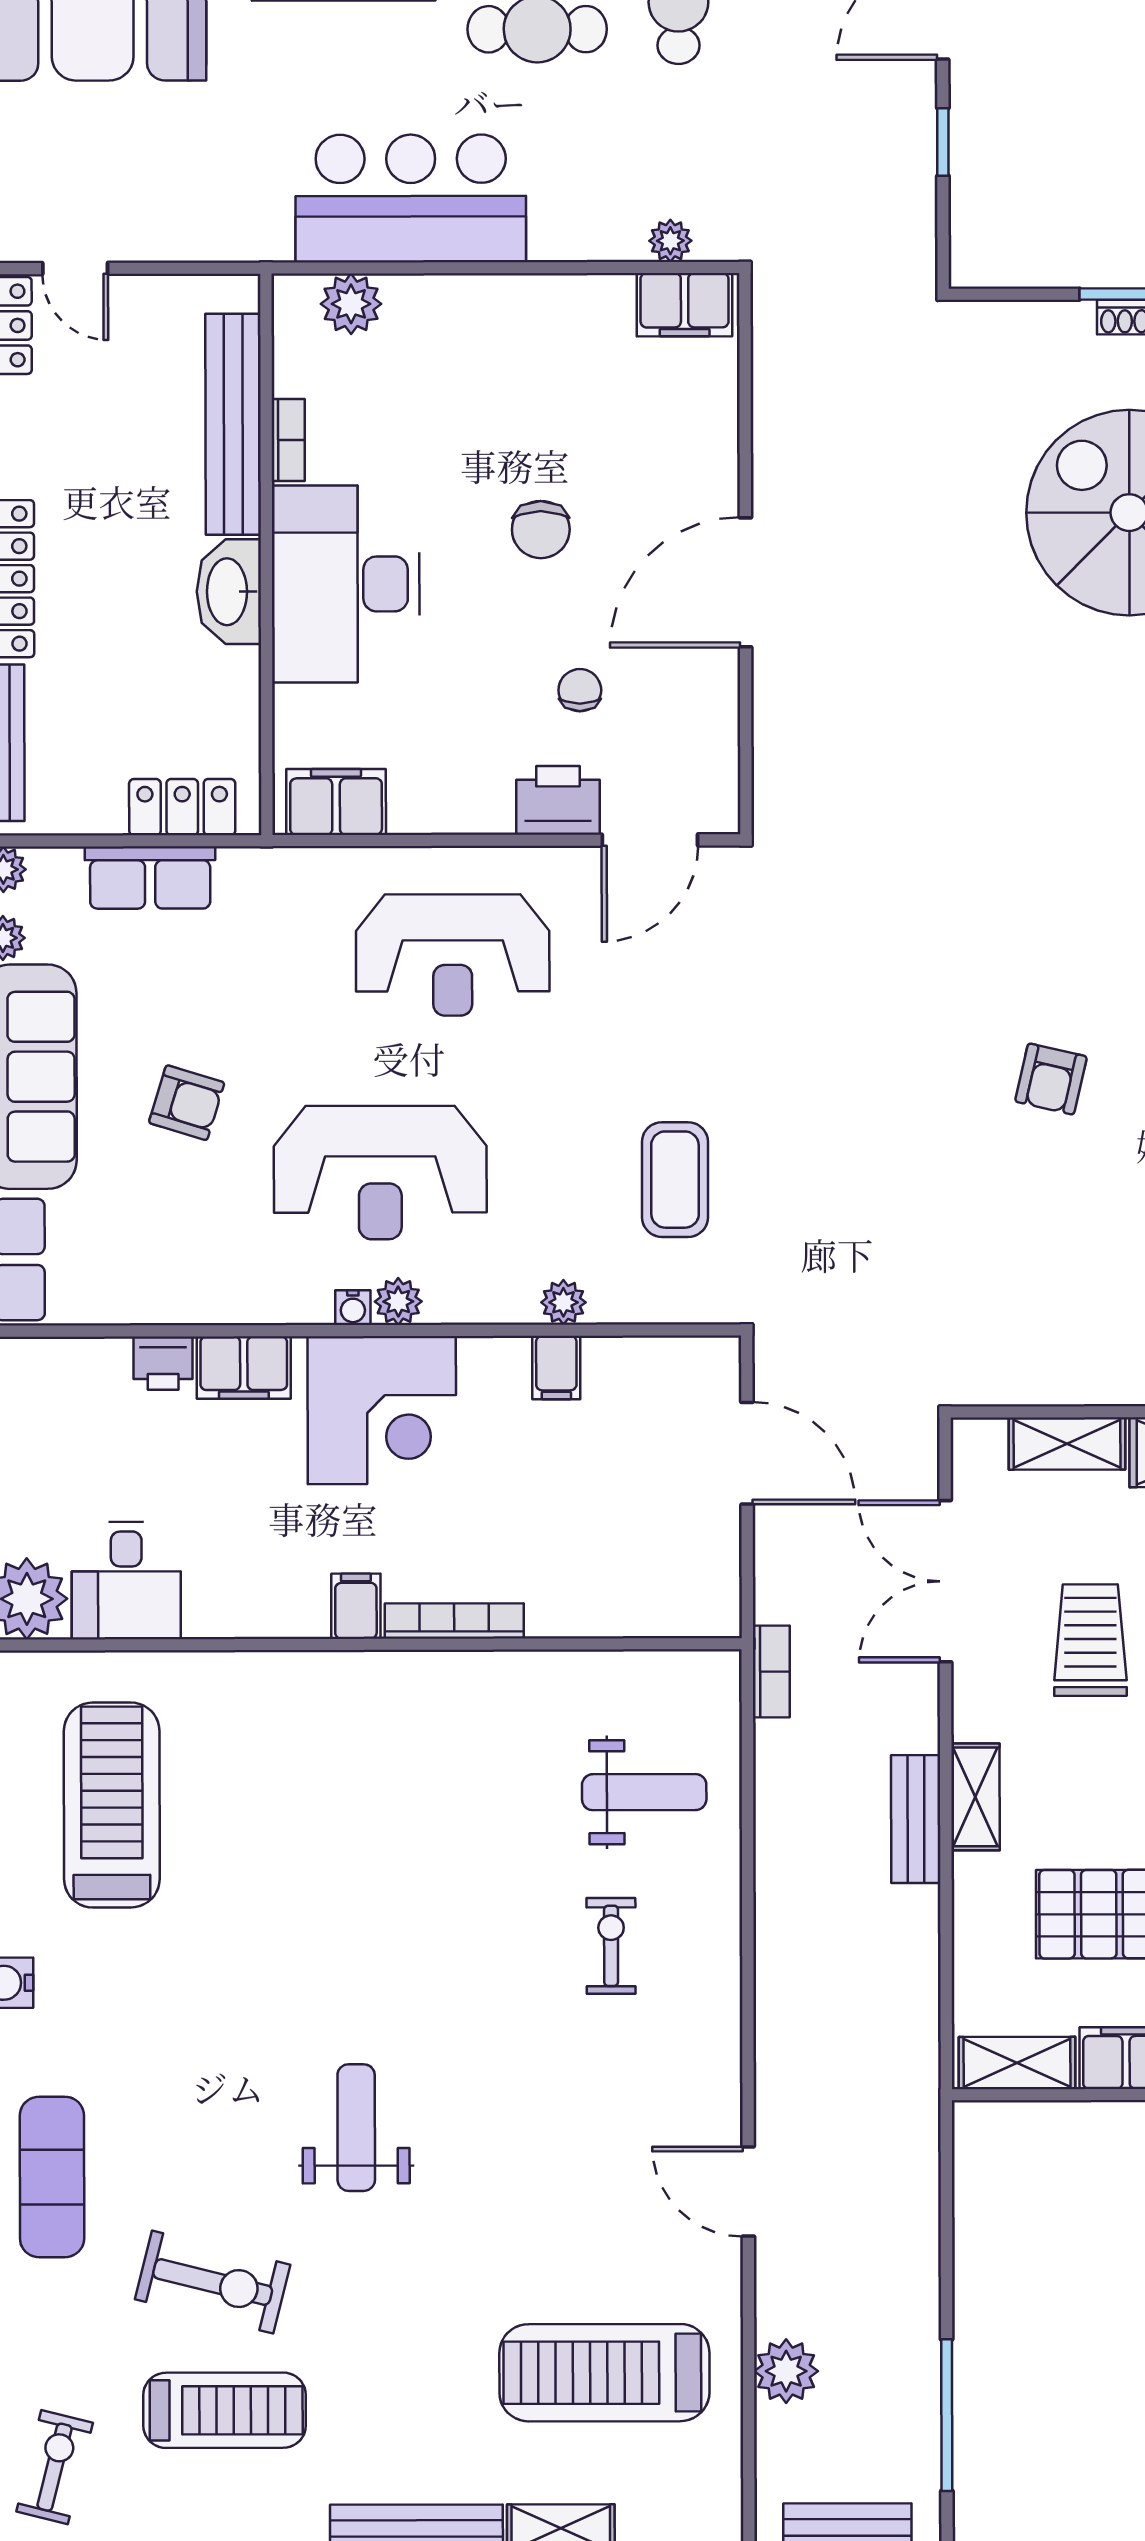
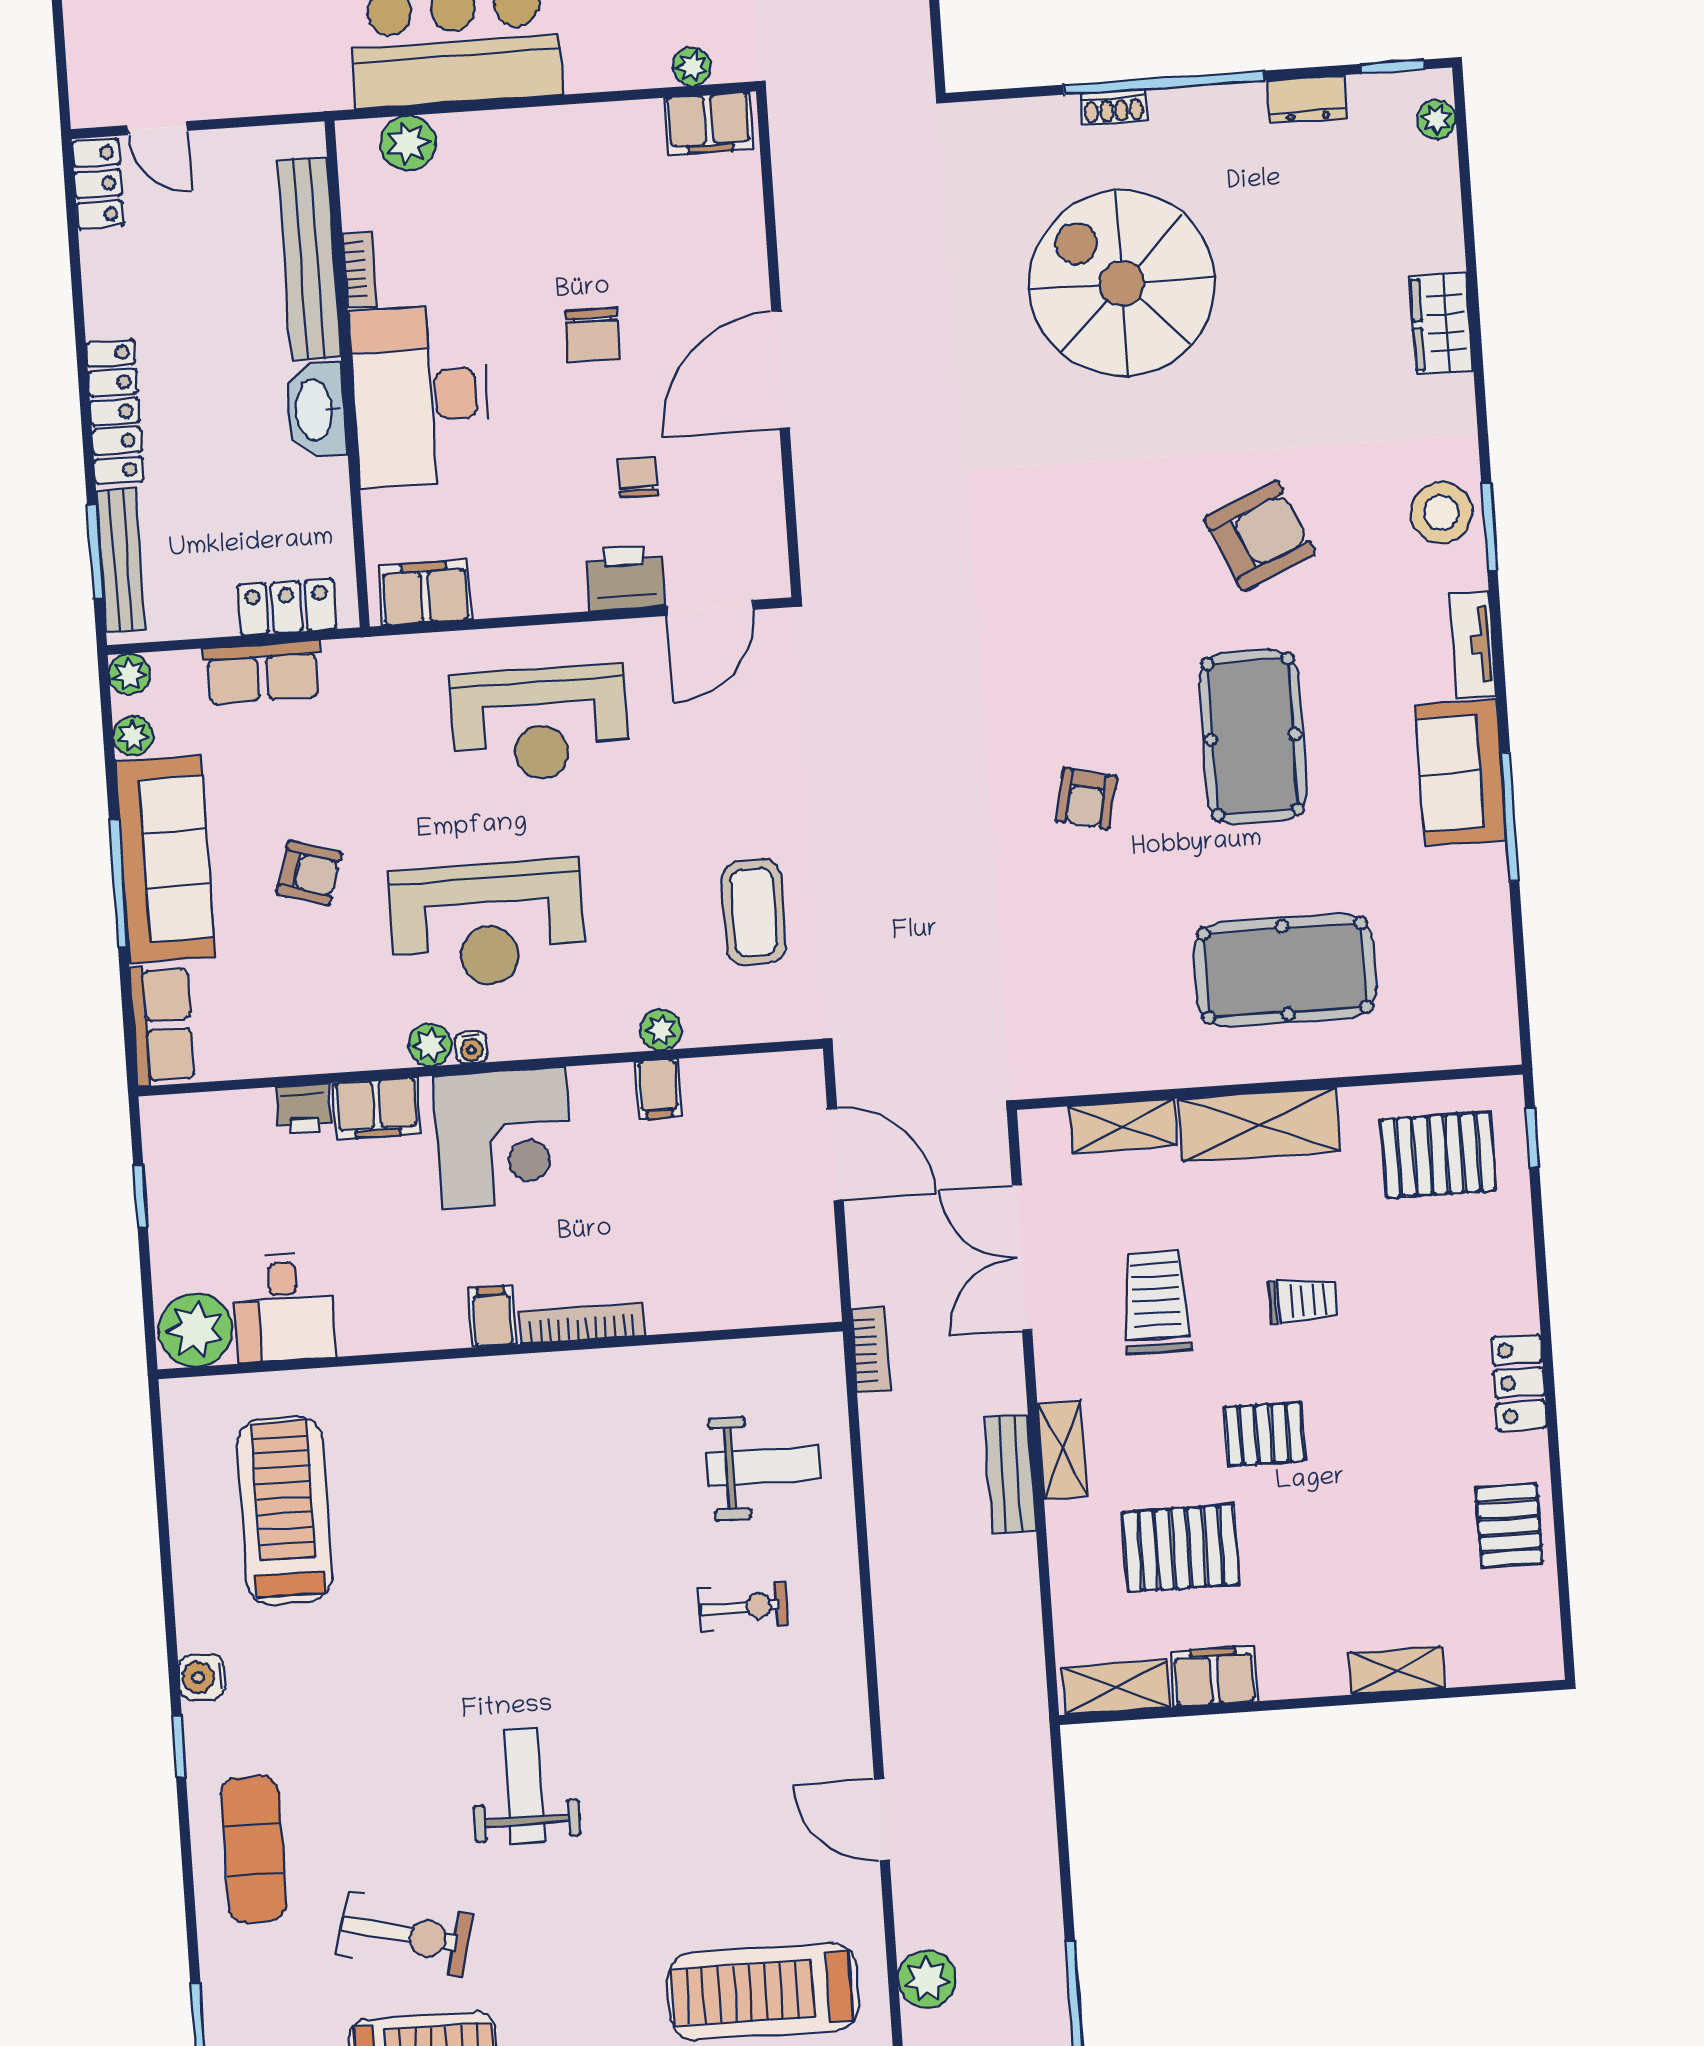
plant: (398, 1301) -> (430, 1045), moved
exercise bike: (611, 1946) -> (743, 1607), turned 90

